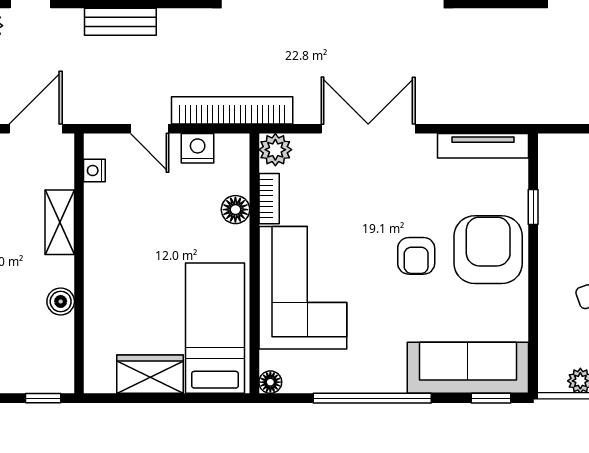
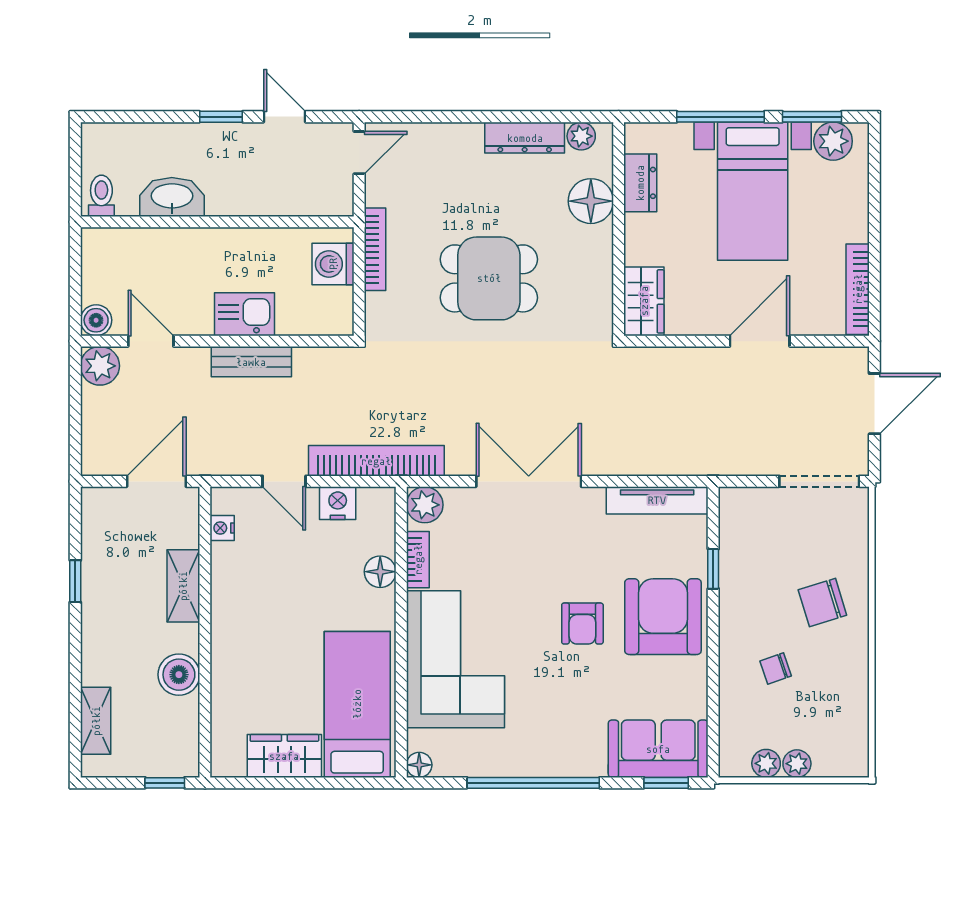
boiler: (61, 301) -> (179, 675), width x1.36, depth x1.36
sofa: (468, 368) -> (658, 749), width x0.73

